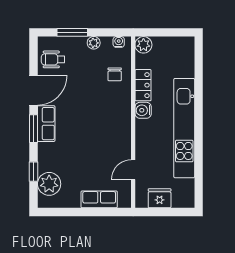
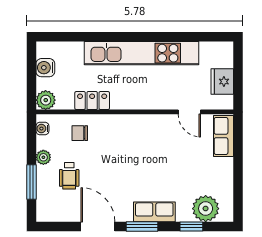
wheelchair: (53, 59) -> (69, 176), moved
chair: (115, 74) -> (80, 133), turned 180
water cooler: (143, 110) -> (45, 68), moved, turned 90
row of seats: (46, 124) -> (154, 212), moved
row of seats: (99, 199) -> (223, 136), moved

